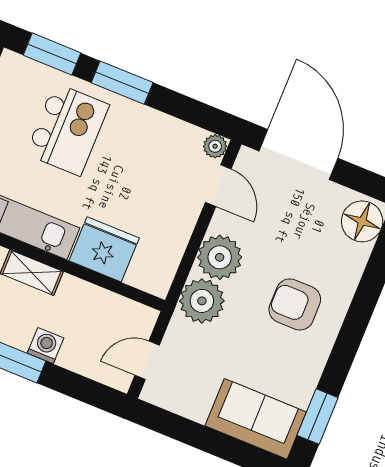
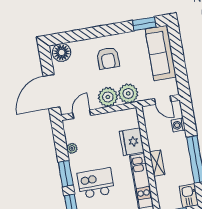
plant: (215, 146) -> (72, 148), moved
washing machine: (46, 346) -> (178, 125), moved
sofa: (256, 419) -> (161, 53), width x1.36

